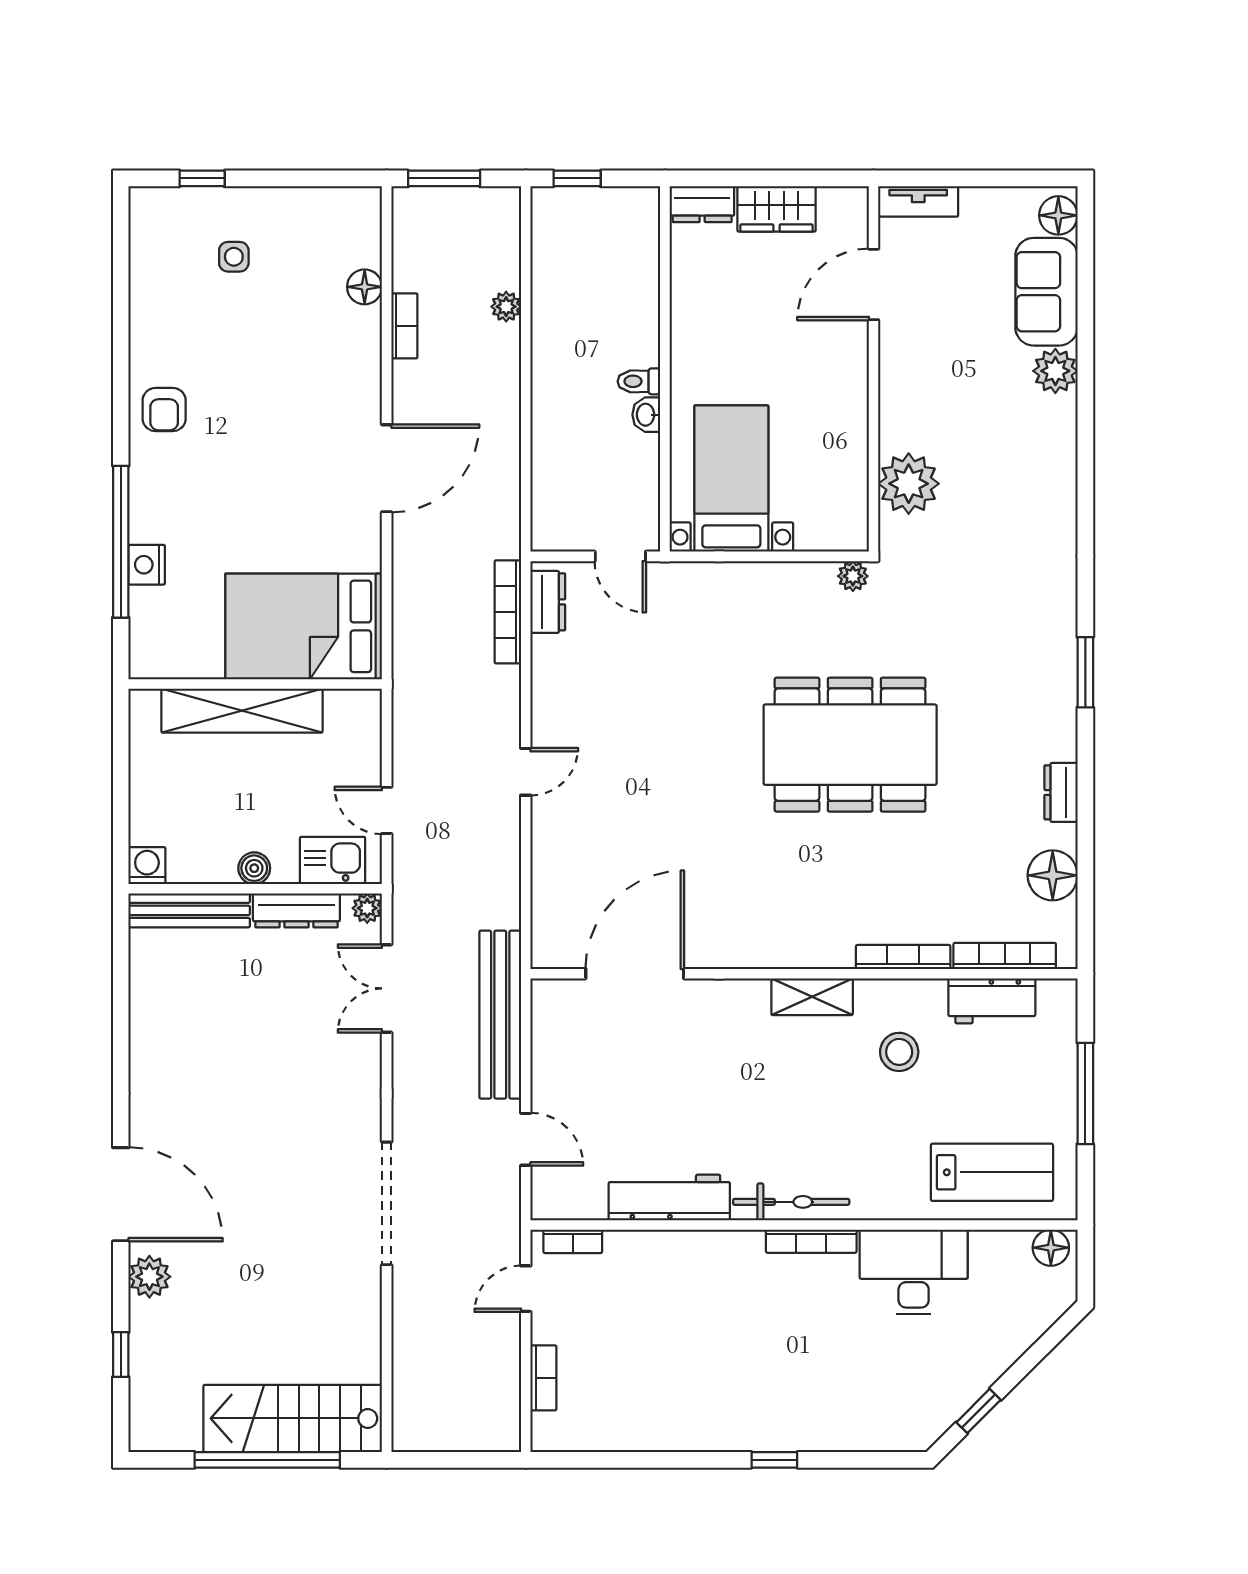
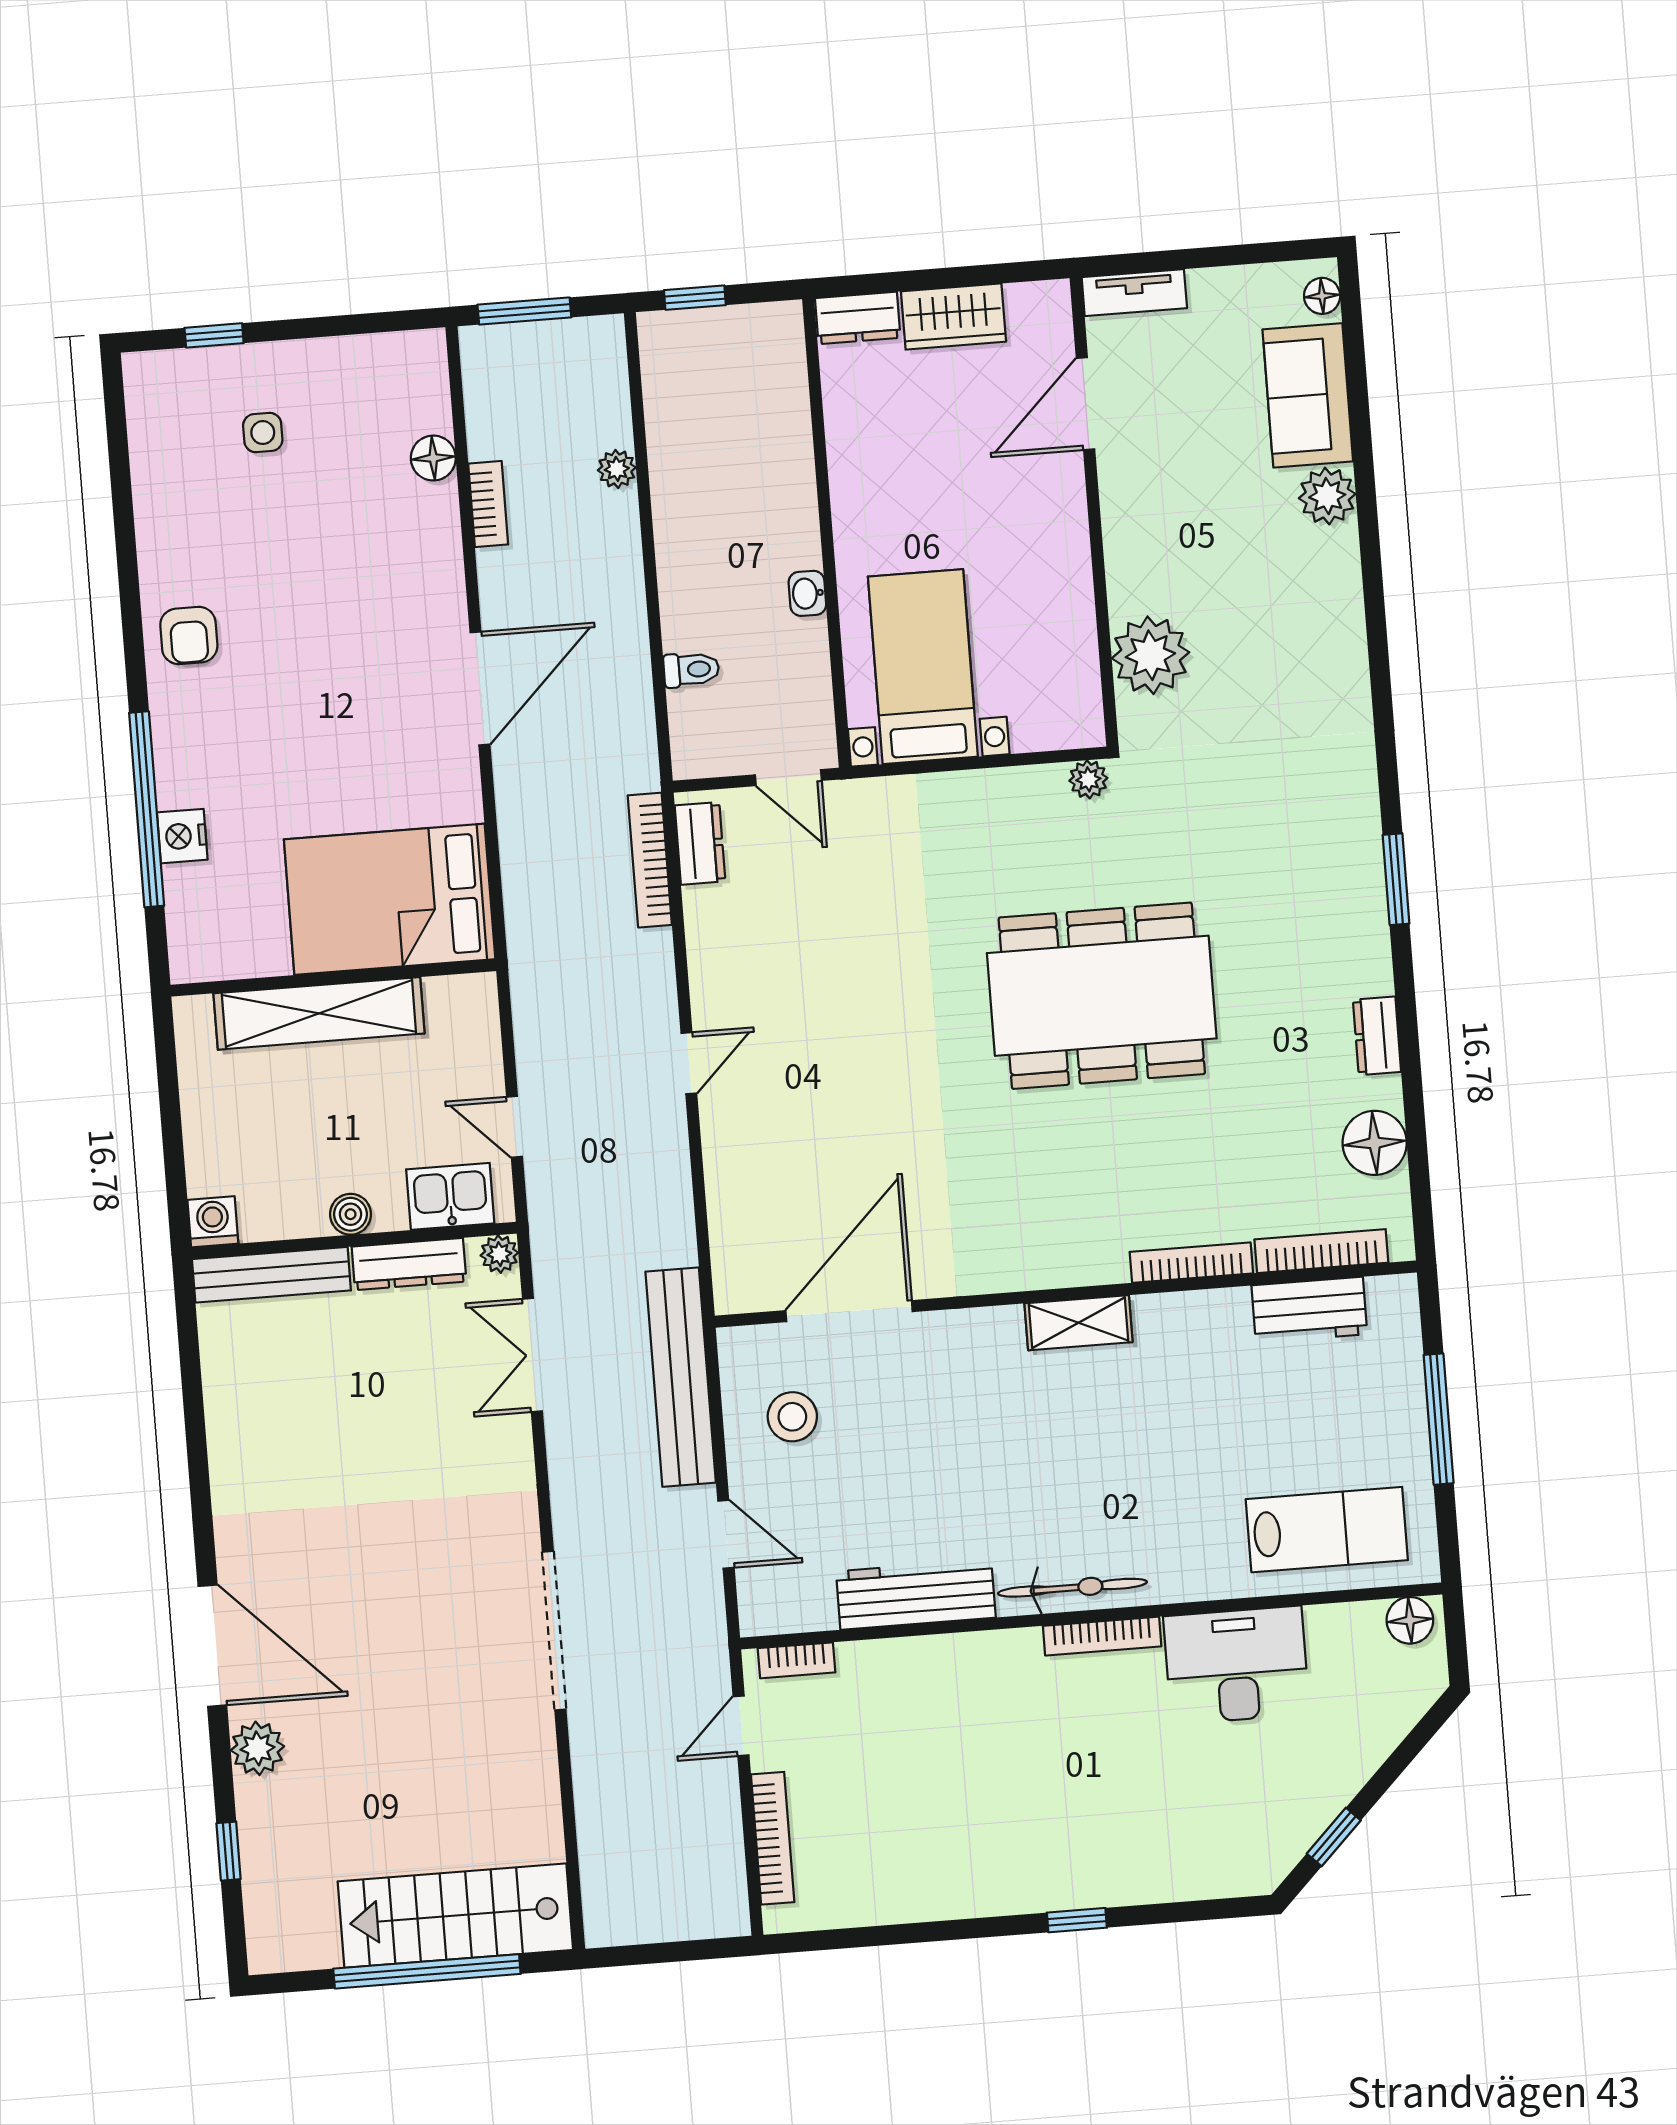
floor lamp: (1058, 215) -> (1322, 296), width x0.73, depth x0.73
toilet: (639, 381) -> (691, 670), moved, turned 180
stool: (899, 1052) -> (792, 1417), moved
bookcase: (543, 1378) -> (773, 1838), width x1.56

